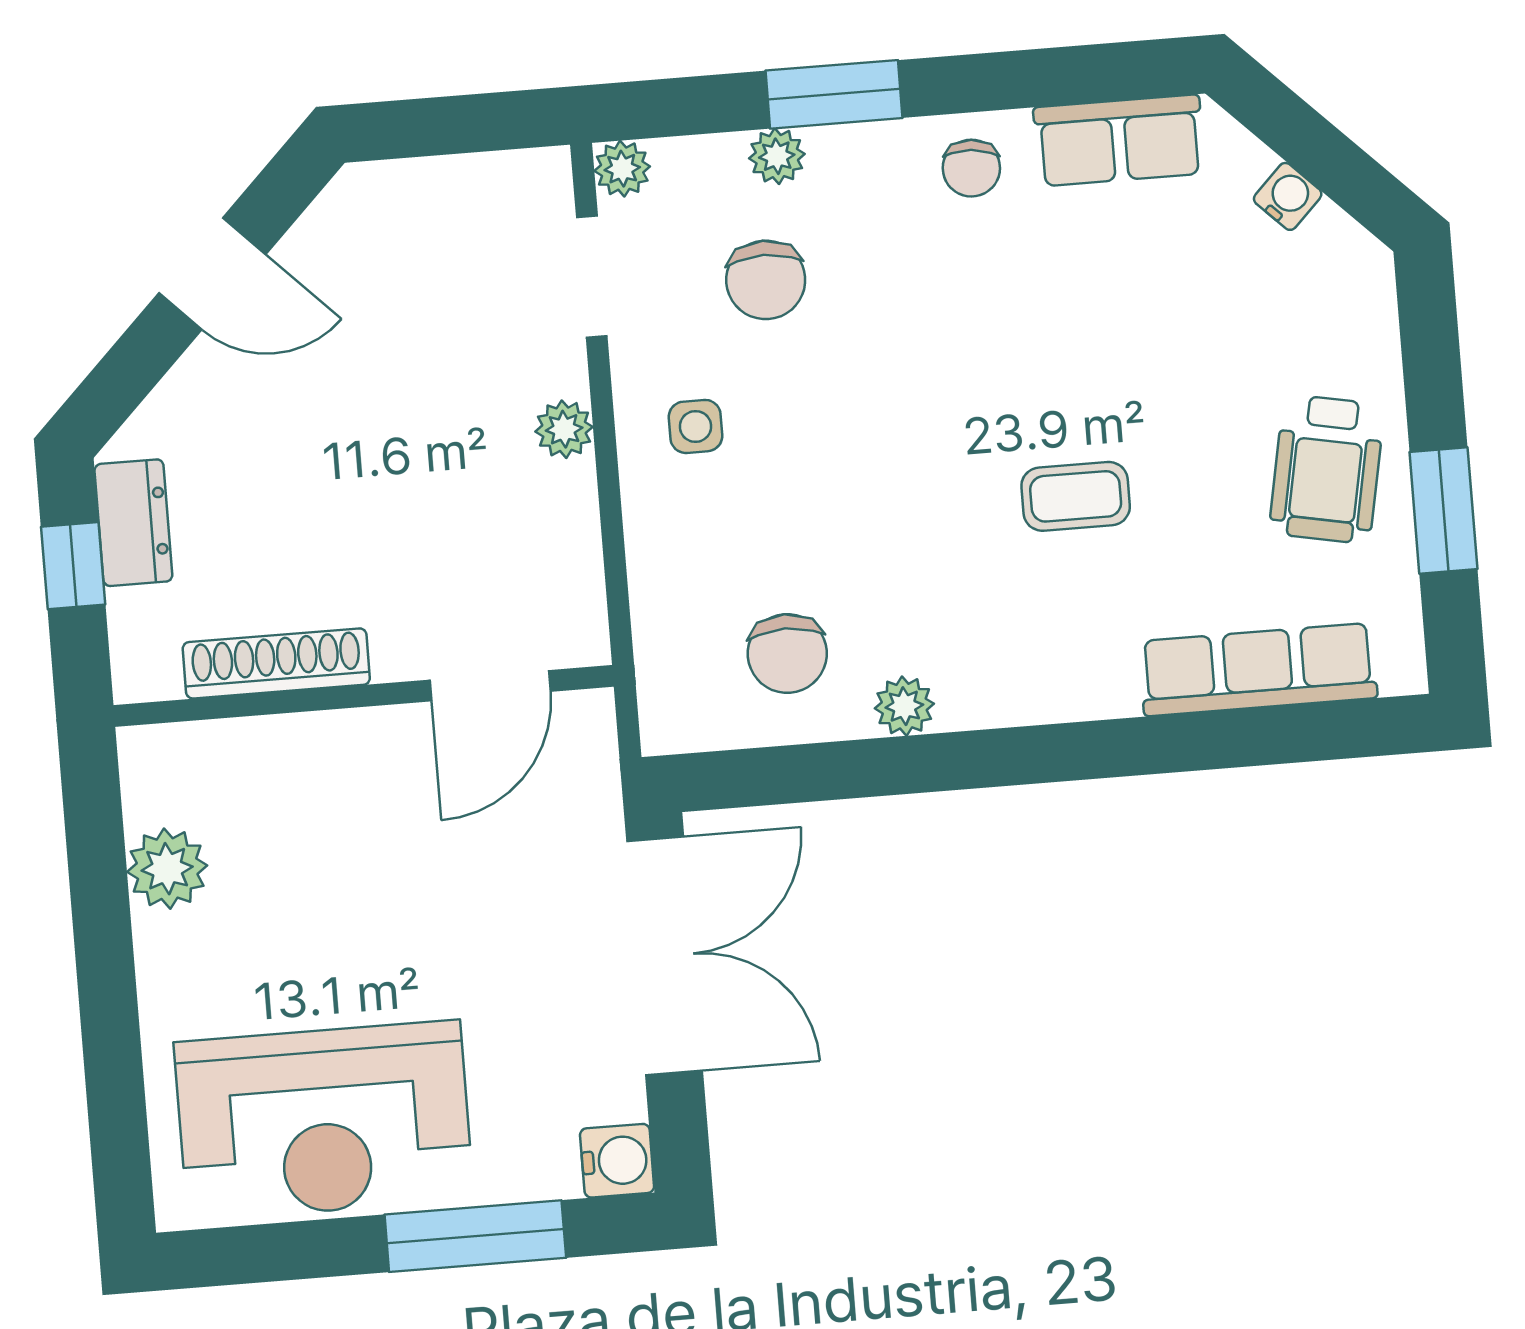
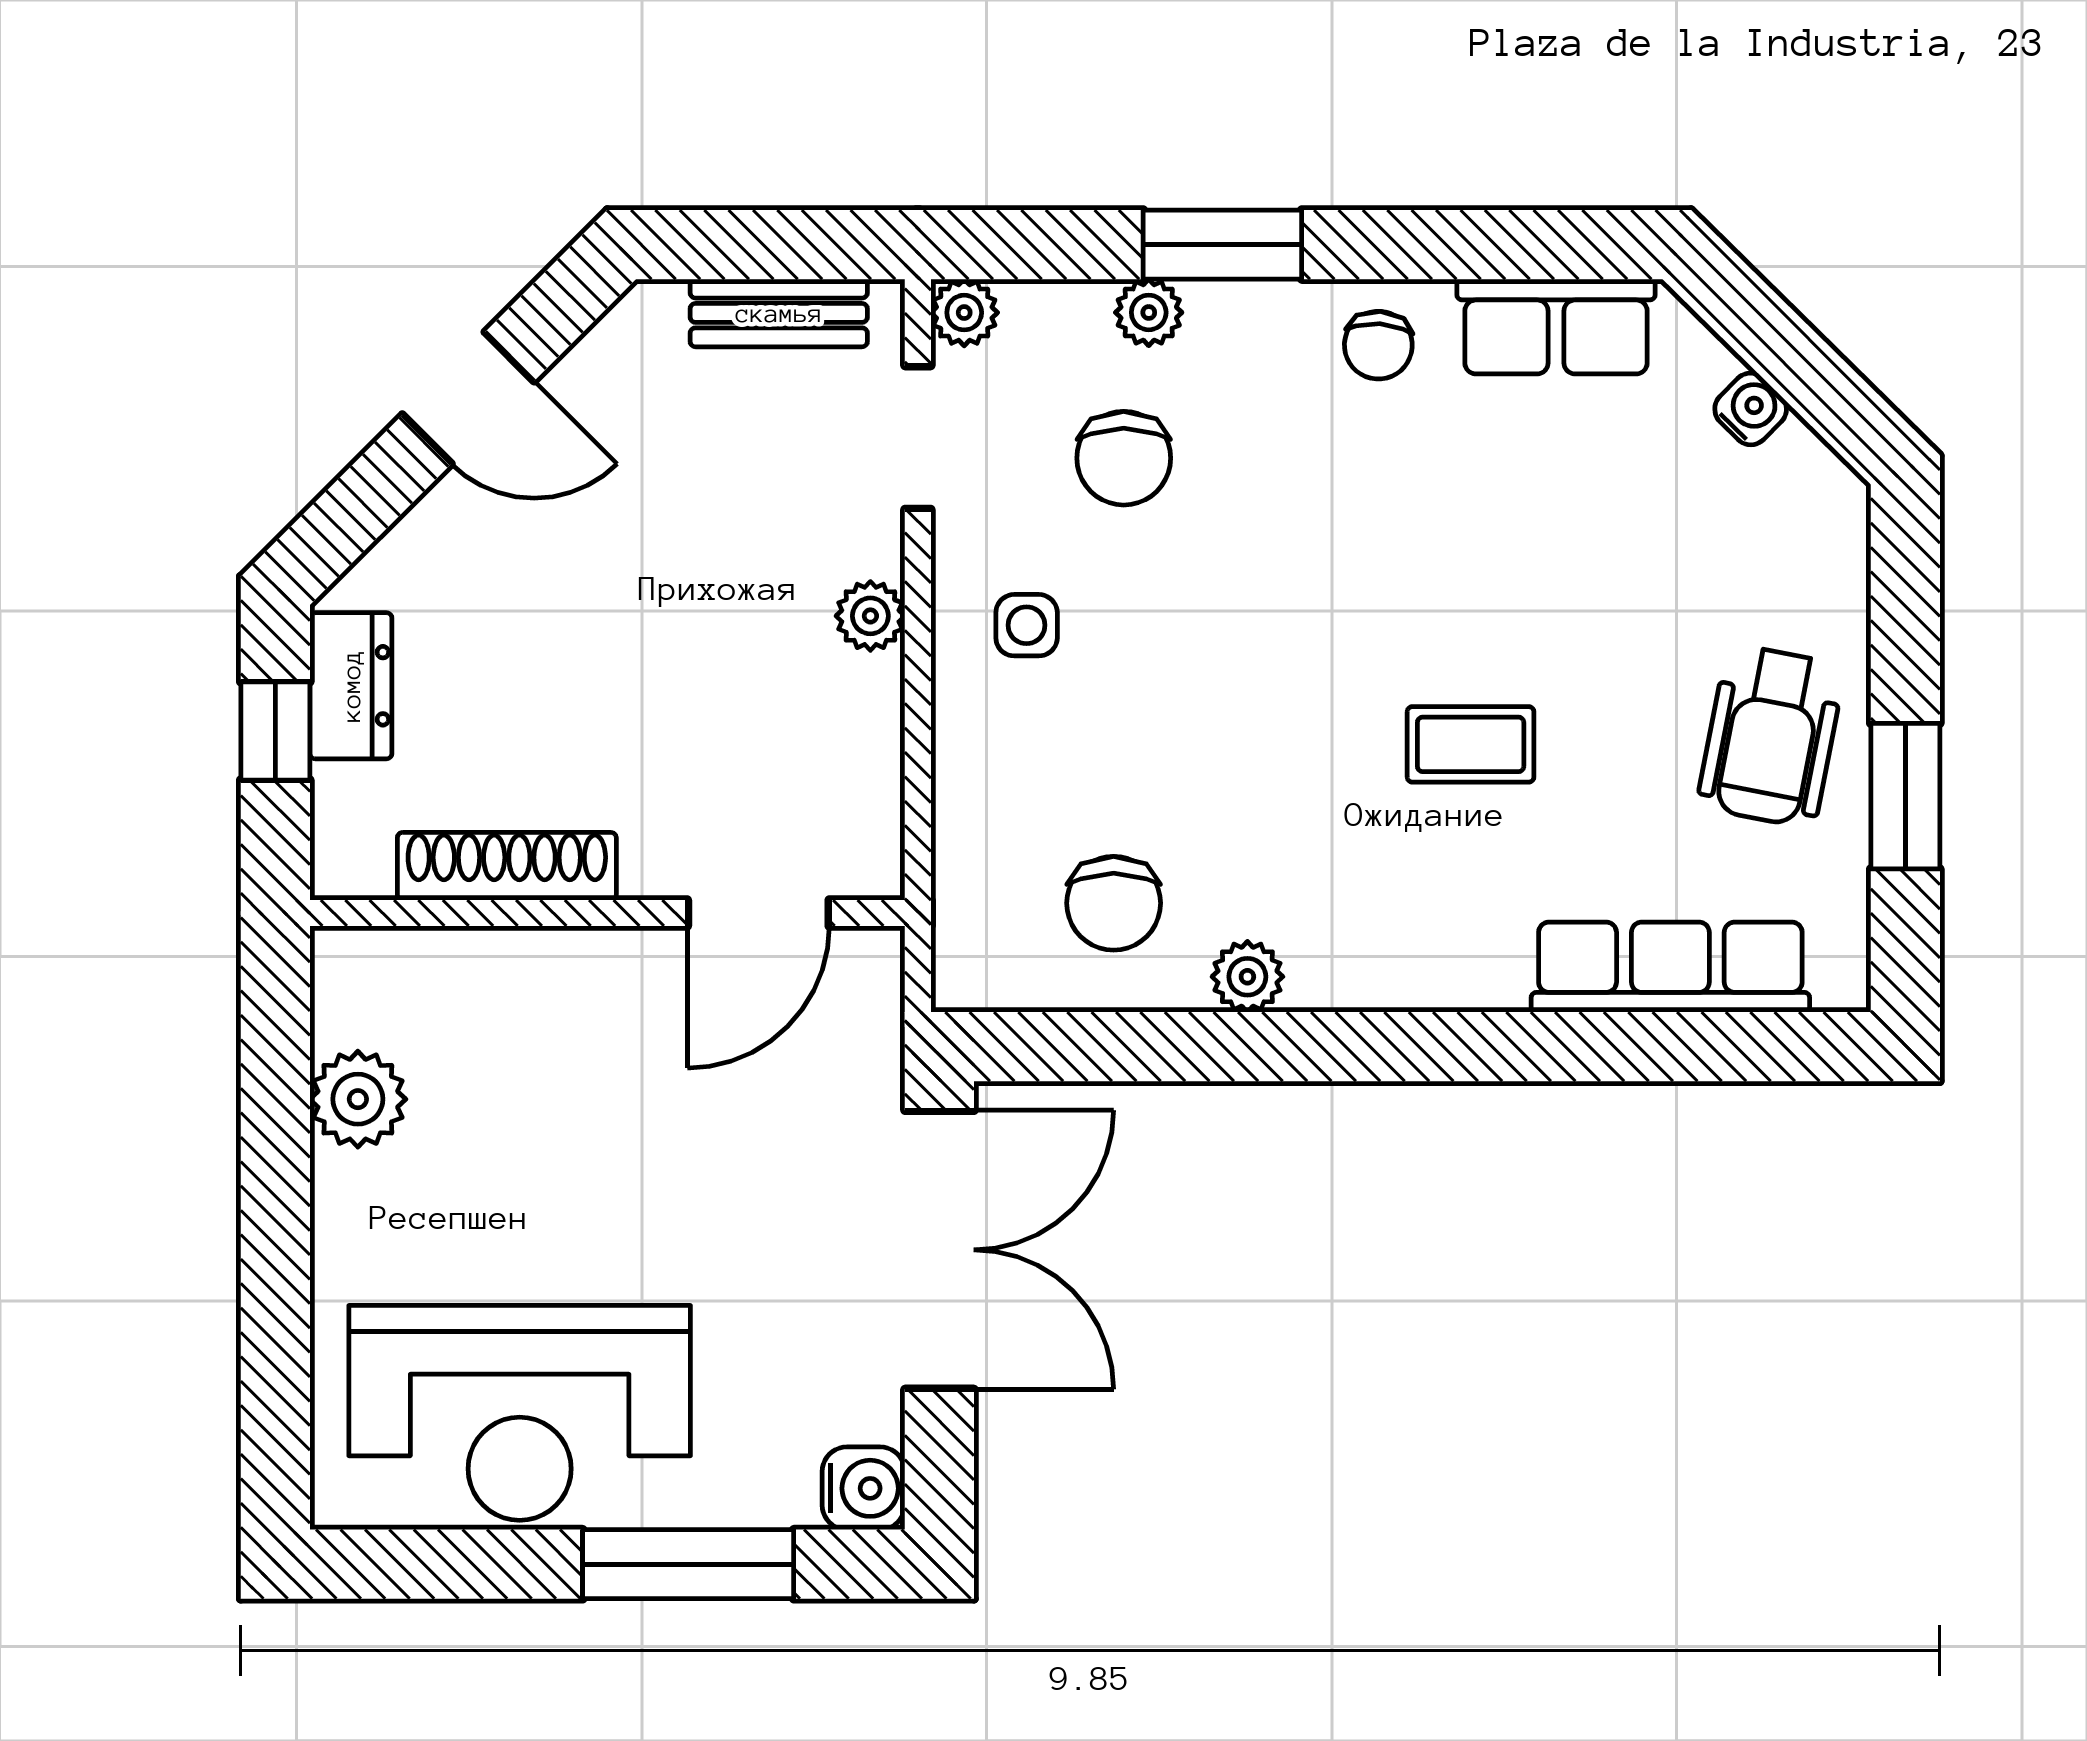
bench: (467, 181) -> (779, 313), added

